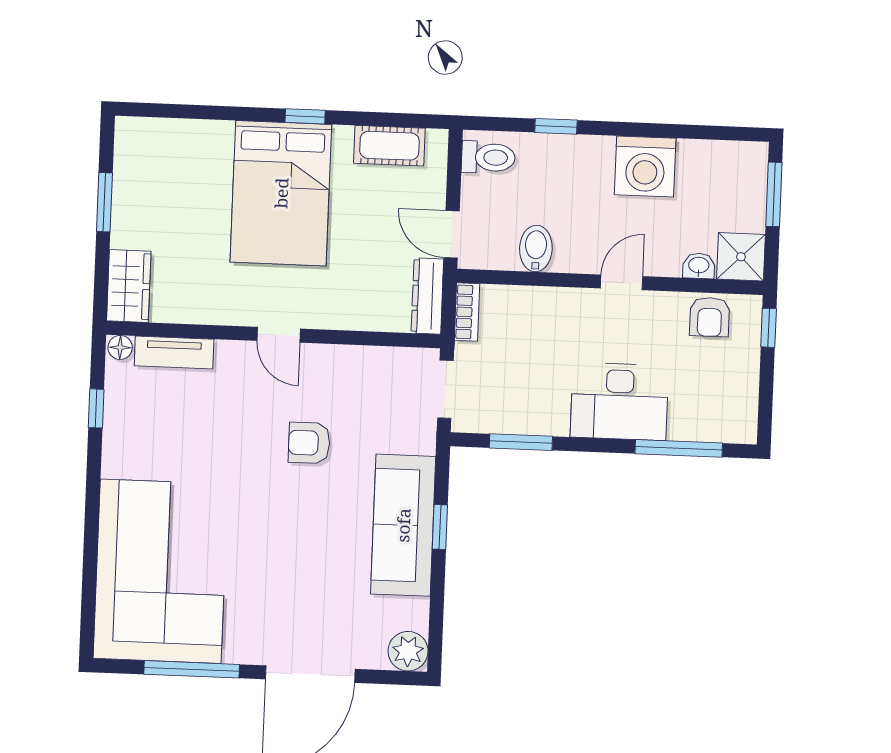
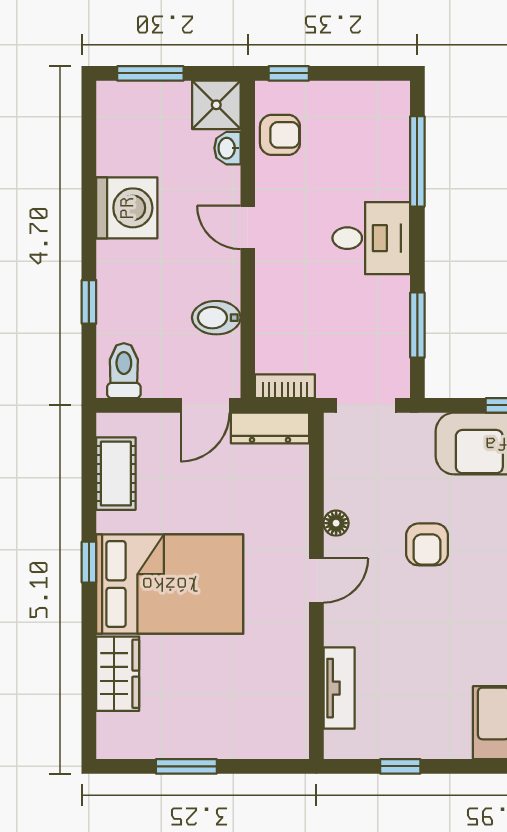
wardrobe: (129, 286) -> (118, 674), moved, turned 90
floor lamp: (120, 347) -> (336, 523), moved
desk: (619, 402) -> (371, 238), width x0.73

